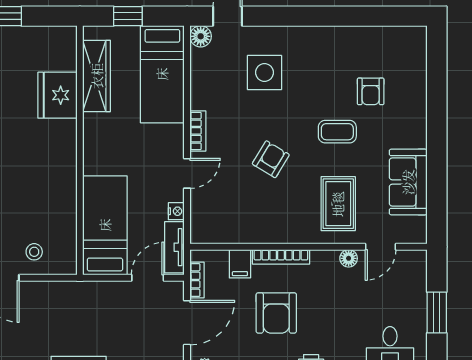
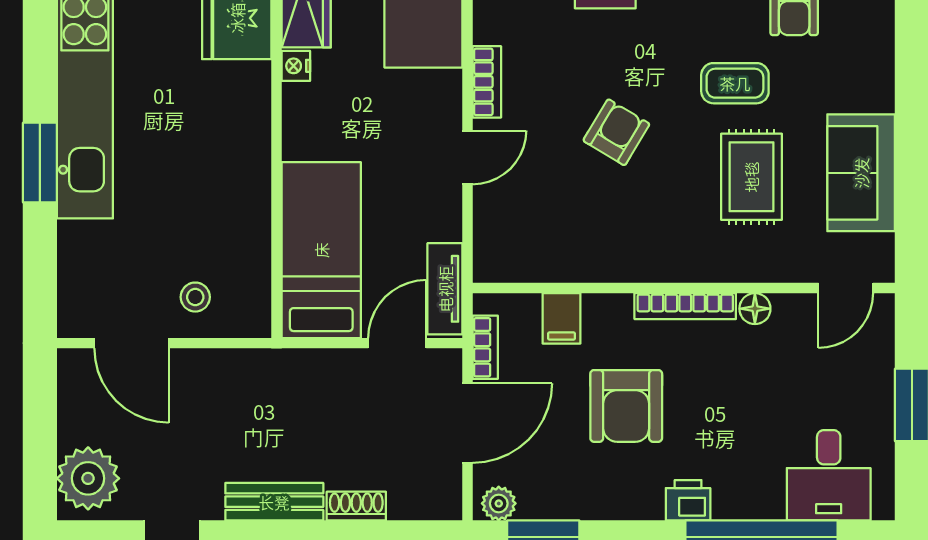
rug: (338, 204) -> (751, 177), moved
nightstand: (176, 211) -> (296, 66), moved, turned 180
door: (381, 247) -> (846, 288), moved
bookcase: (281, 257) -> (685, 306), moved

